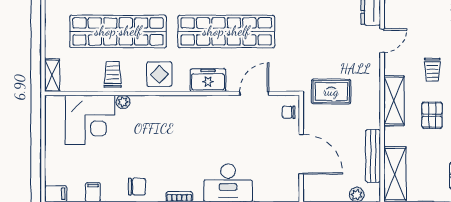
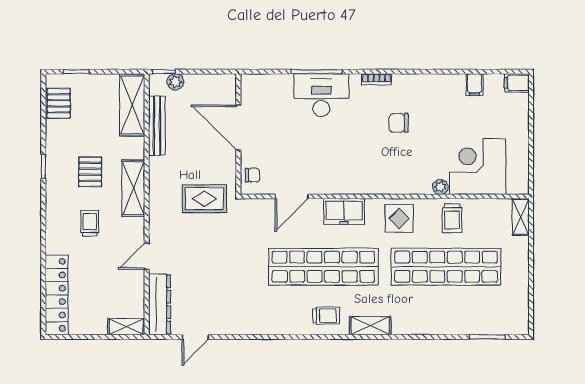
chair: (137, 187) -> (399, 123), moved

